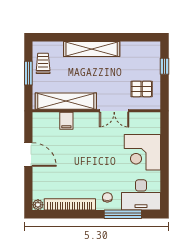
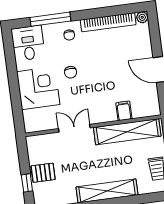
pallet: (142, 89) -> (43, 173), moved
chair: (111, 163) -> (71, 72), added
desk: (141, 195) -> (28, 43), width x0.73

